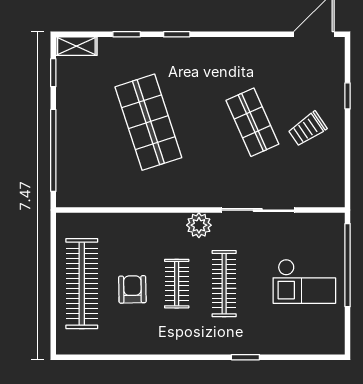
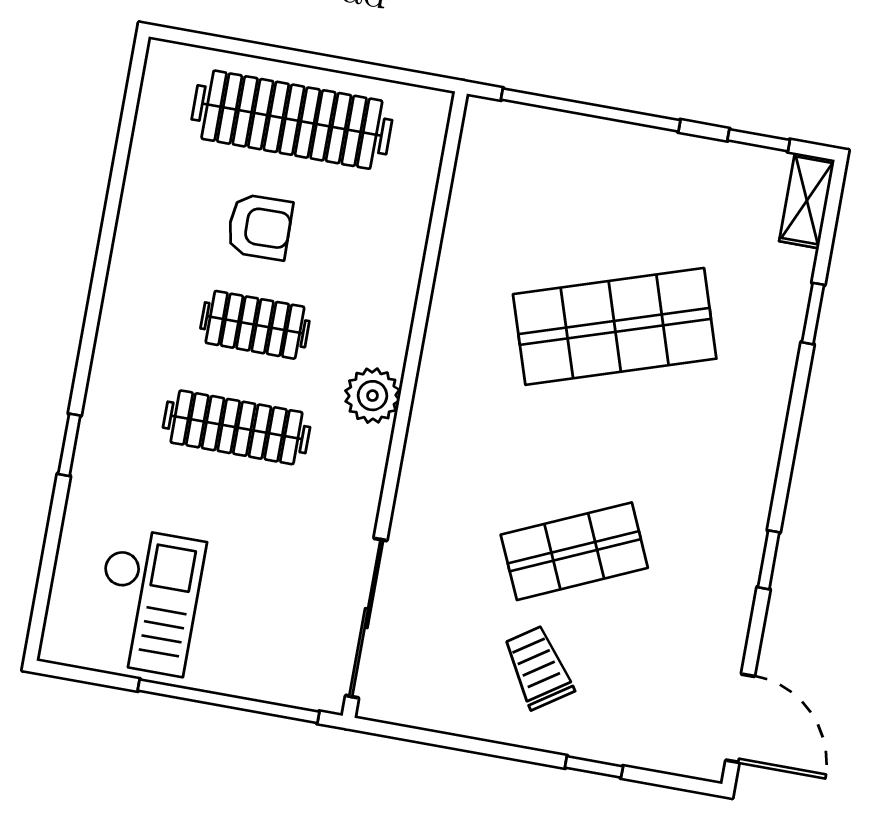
window: (177, 34) -> (769, 560), moved
sliding door: (258, 210) -> (366, 618), moved
checkout: (304, 281) -> (148, 601), moved, turned 180

